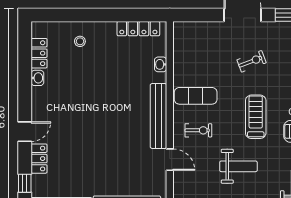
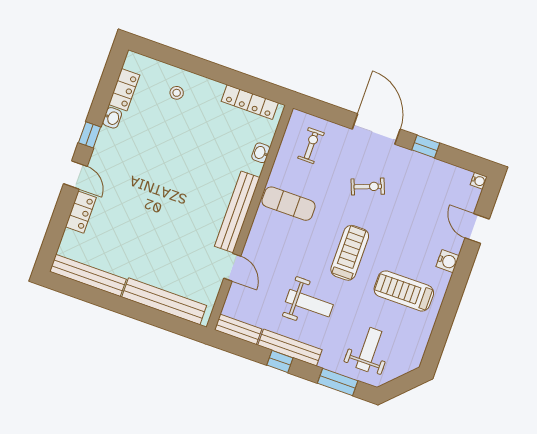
exercise bike: (198, 130) -> (311, 146), moved, turned -90
door: (25, 132) -> (75, 175), hinge flipped
window: (25, 183) -> (90, 135), moved

